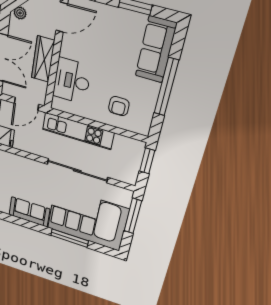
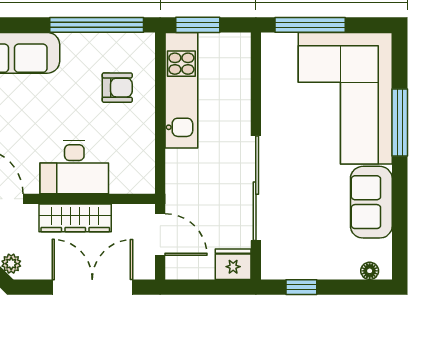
desk: (72, 81) -> (74, 167), moved
window: (166, 87) -> (97, 25), moved
kitchen unit: (78, 131) -> (181, 90), moved
sliding door: (77, 171) -> (256, 188), moved

